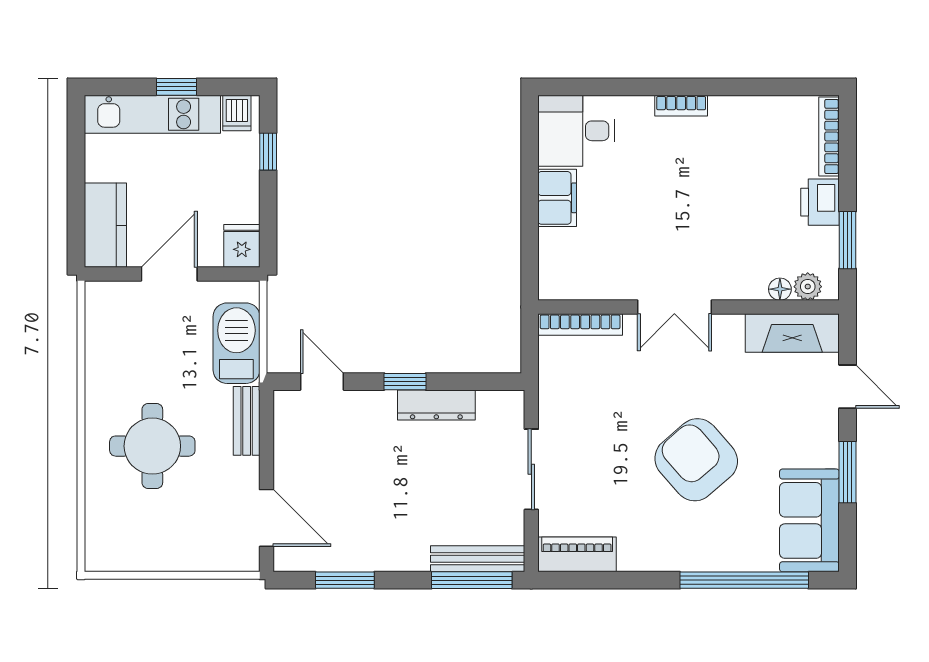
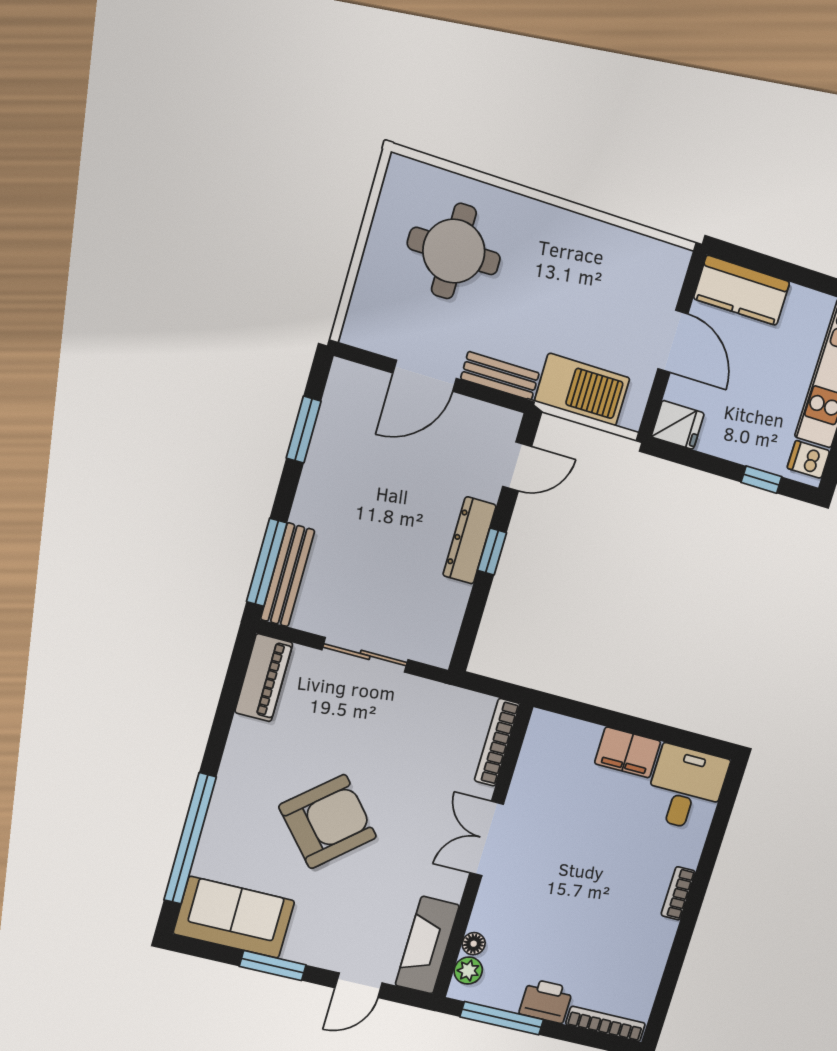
window: (847, 240) -> (502, 1018), width x1.44
dresser: (436, 405) -> (469, 540), moved
round table: (152, 446) -> (454, 251), moved
door: (266, 518) -> (425, 376), moved

